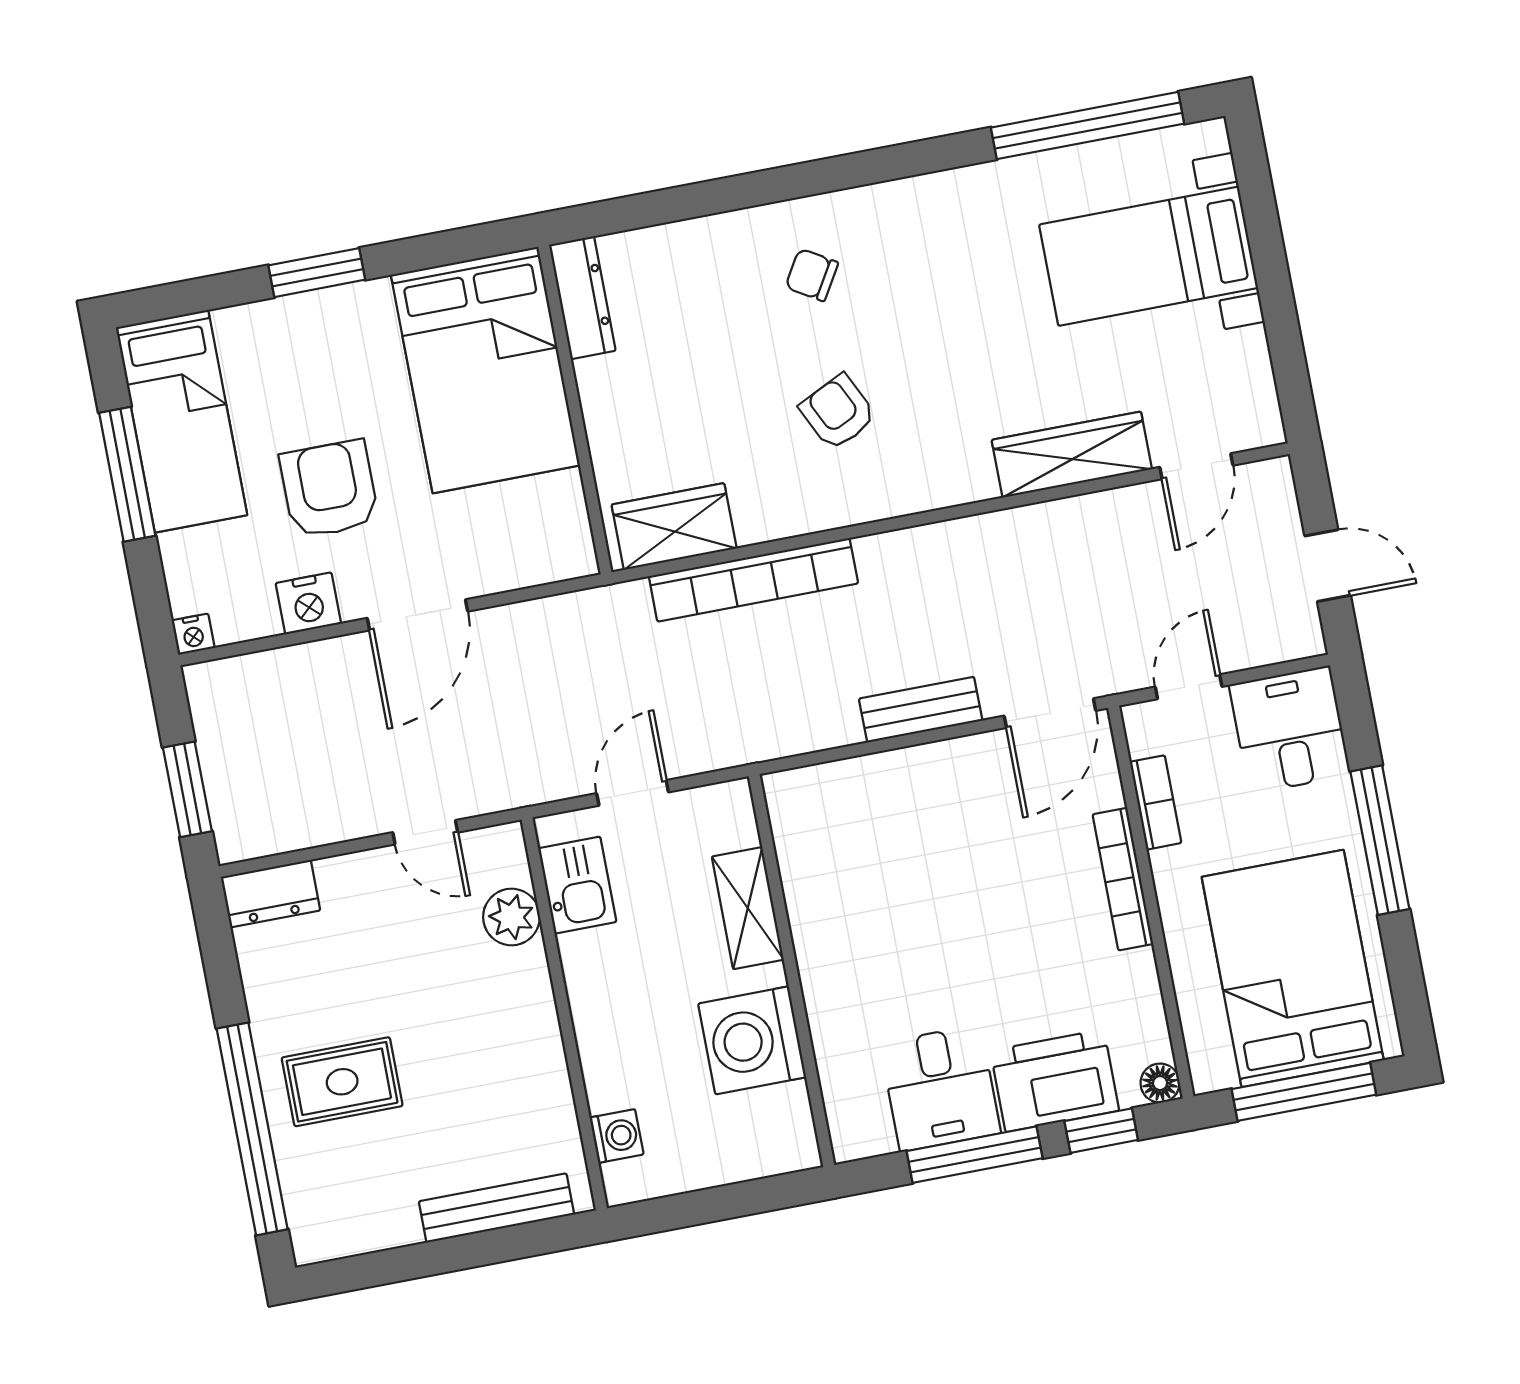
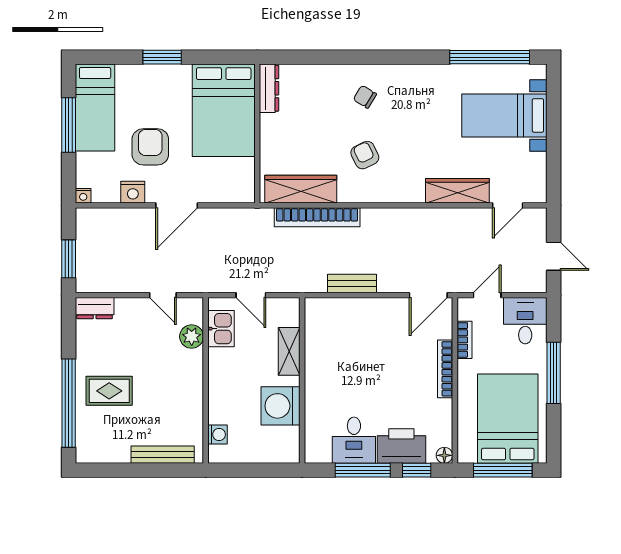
wardrobe: (674, 526) -> (301, 189), width x1.50
bench: (921, 710) -> (352, 283), moved
door: (633, 793) -> (251, 295), swing flipped

